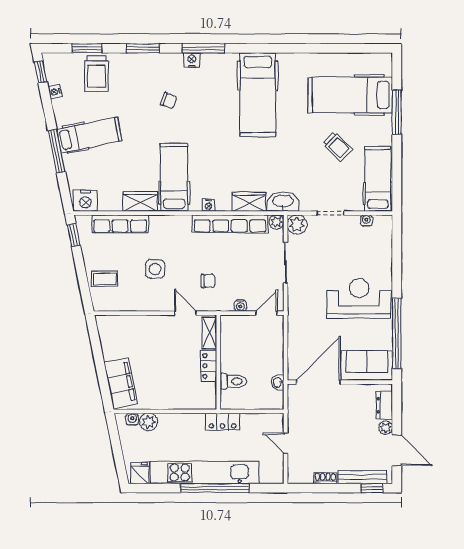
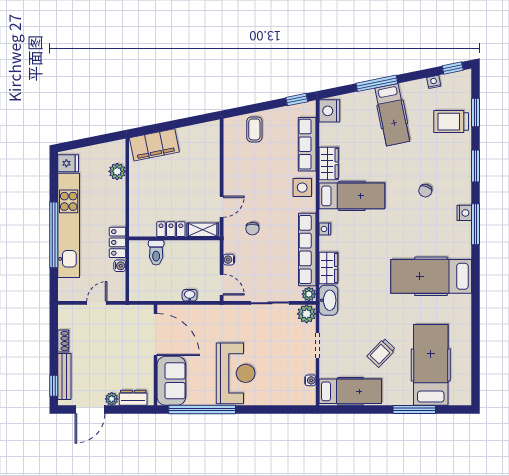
side table: (155, 269) -> (302, 188), moved
washbasin: (278, 382) -> (190, 295), moved
water cooler: (132, 419) -> (120, 266), moved

